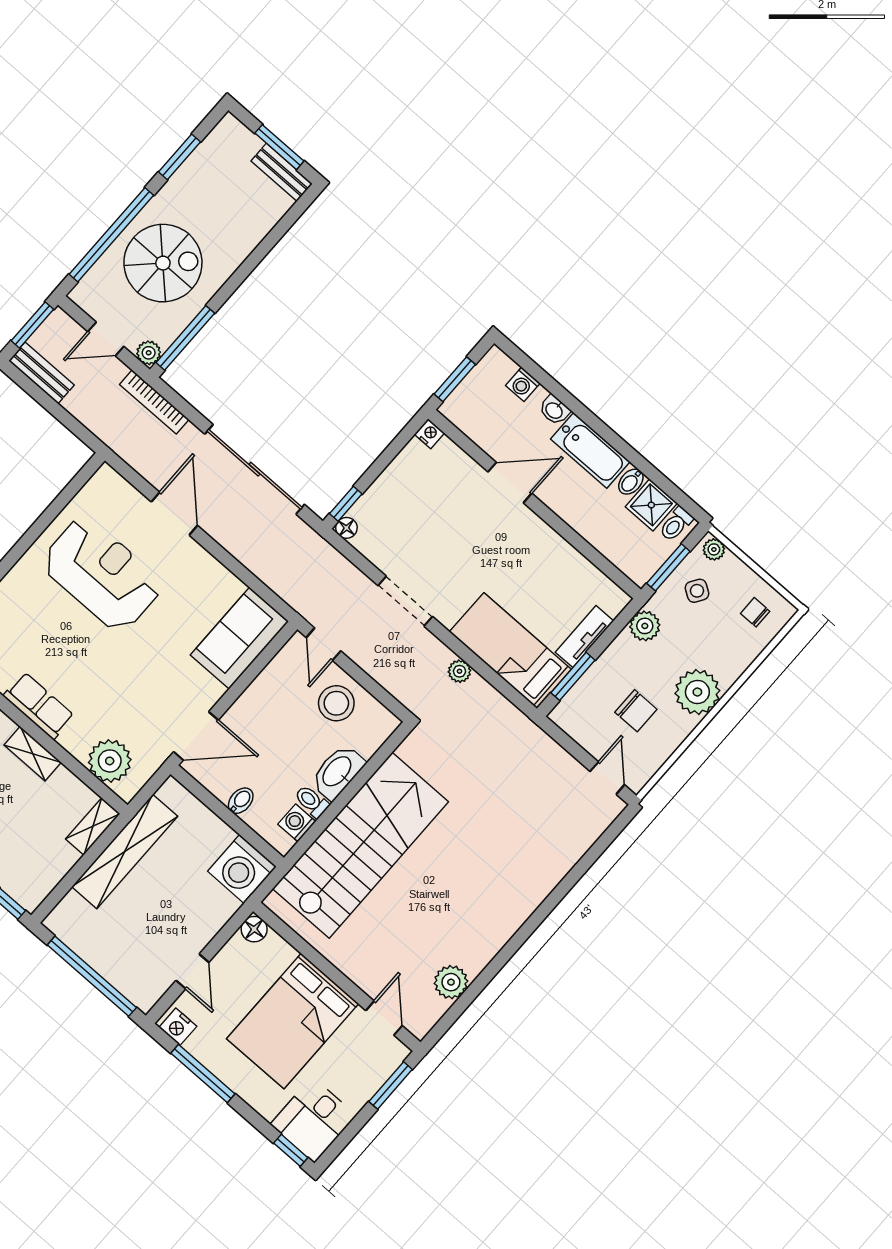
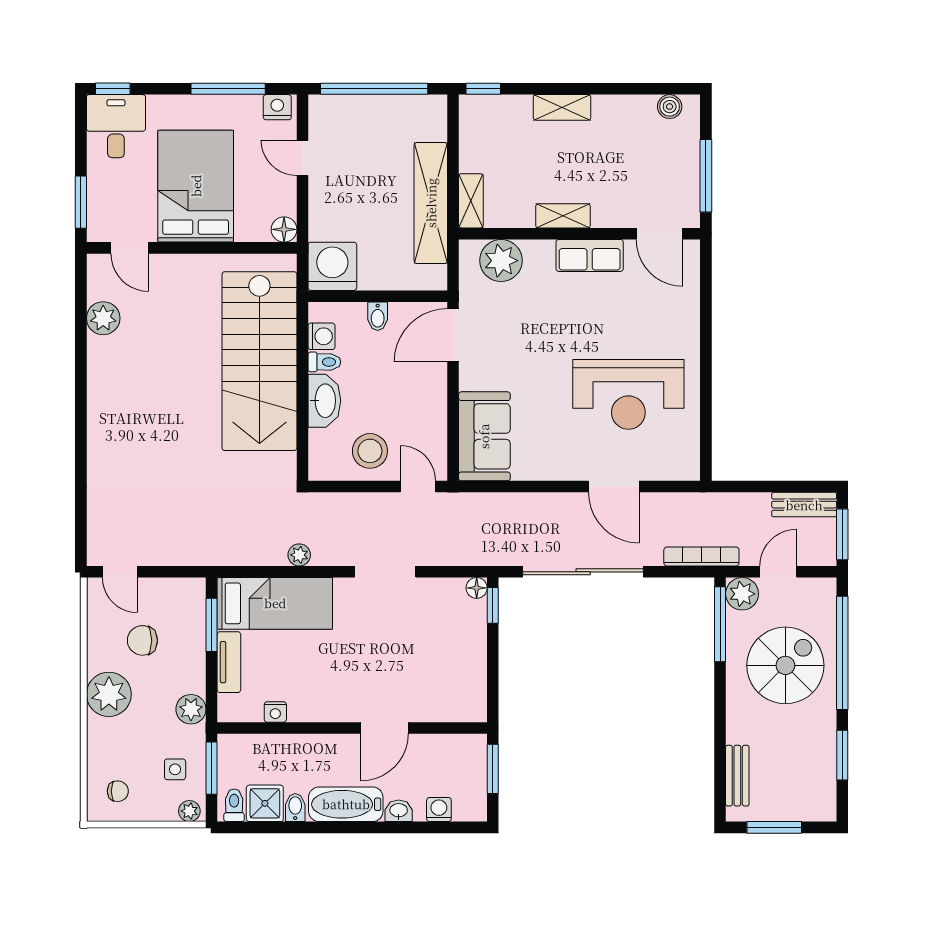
bench: (282, 172) -> (737, 776), moved, turned 90
spiral stairs: (163, 263) -> (785, 665), turned 180
plant: (149, 353) -> (742, 594), width x1.38, depth x1.38
nightstand: (429, 434) -> (275, 712), moved
side table: (697, 591) -> (175, 769), turned -33

